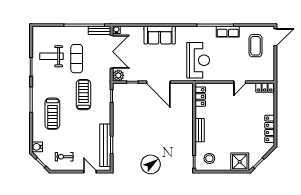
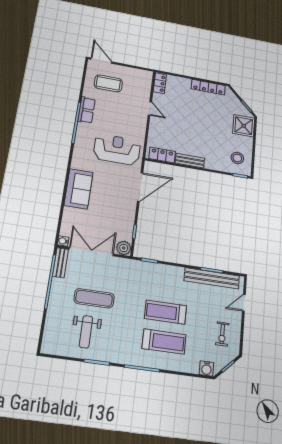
door: (158, 82) -> (140, 187), moved
treadmill: (83, 95) -> (165, 312), moved
bench: (200, 130) -> (190, 161), moved

